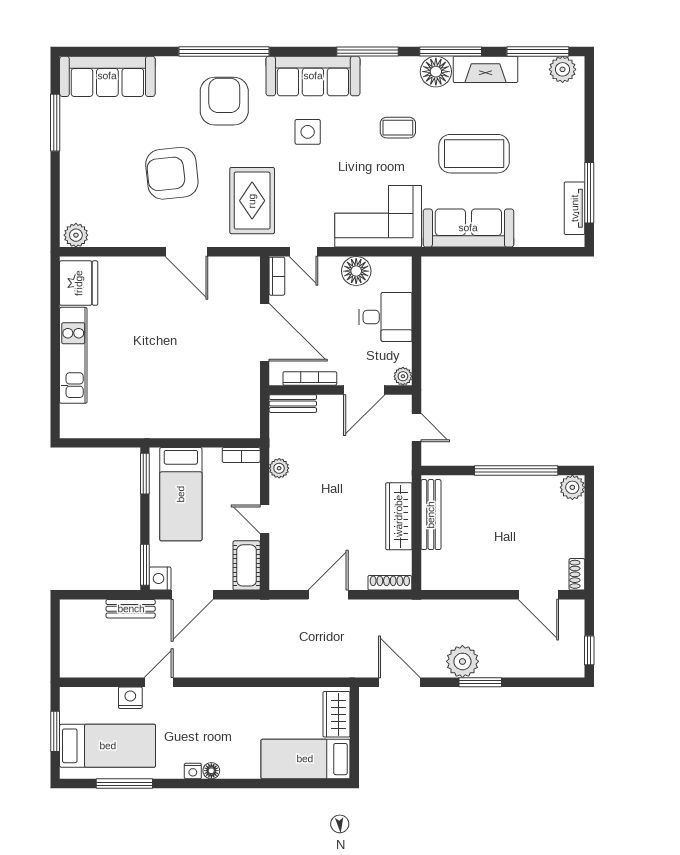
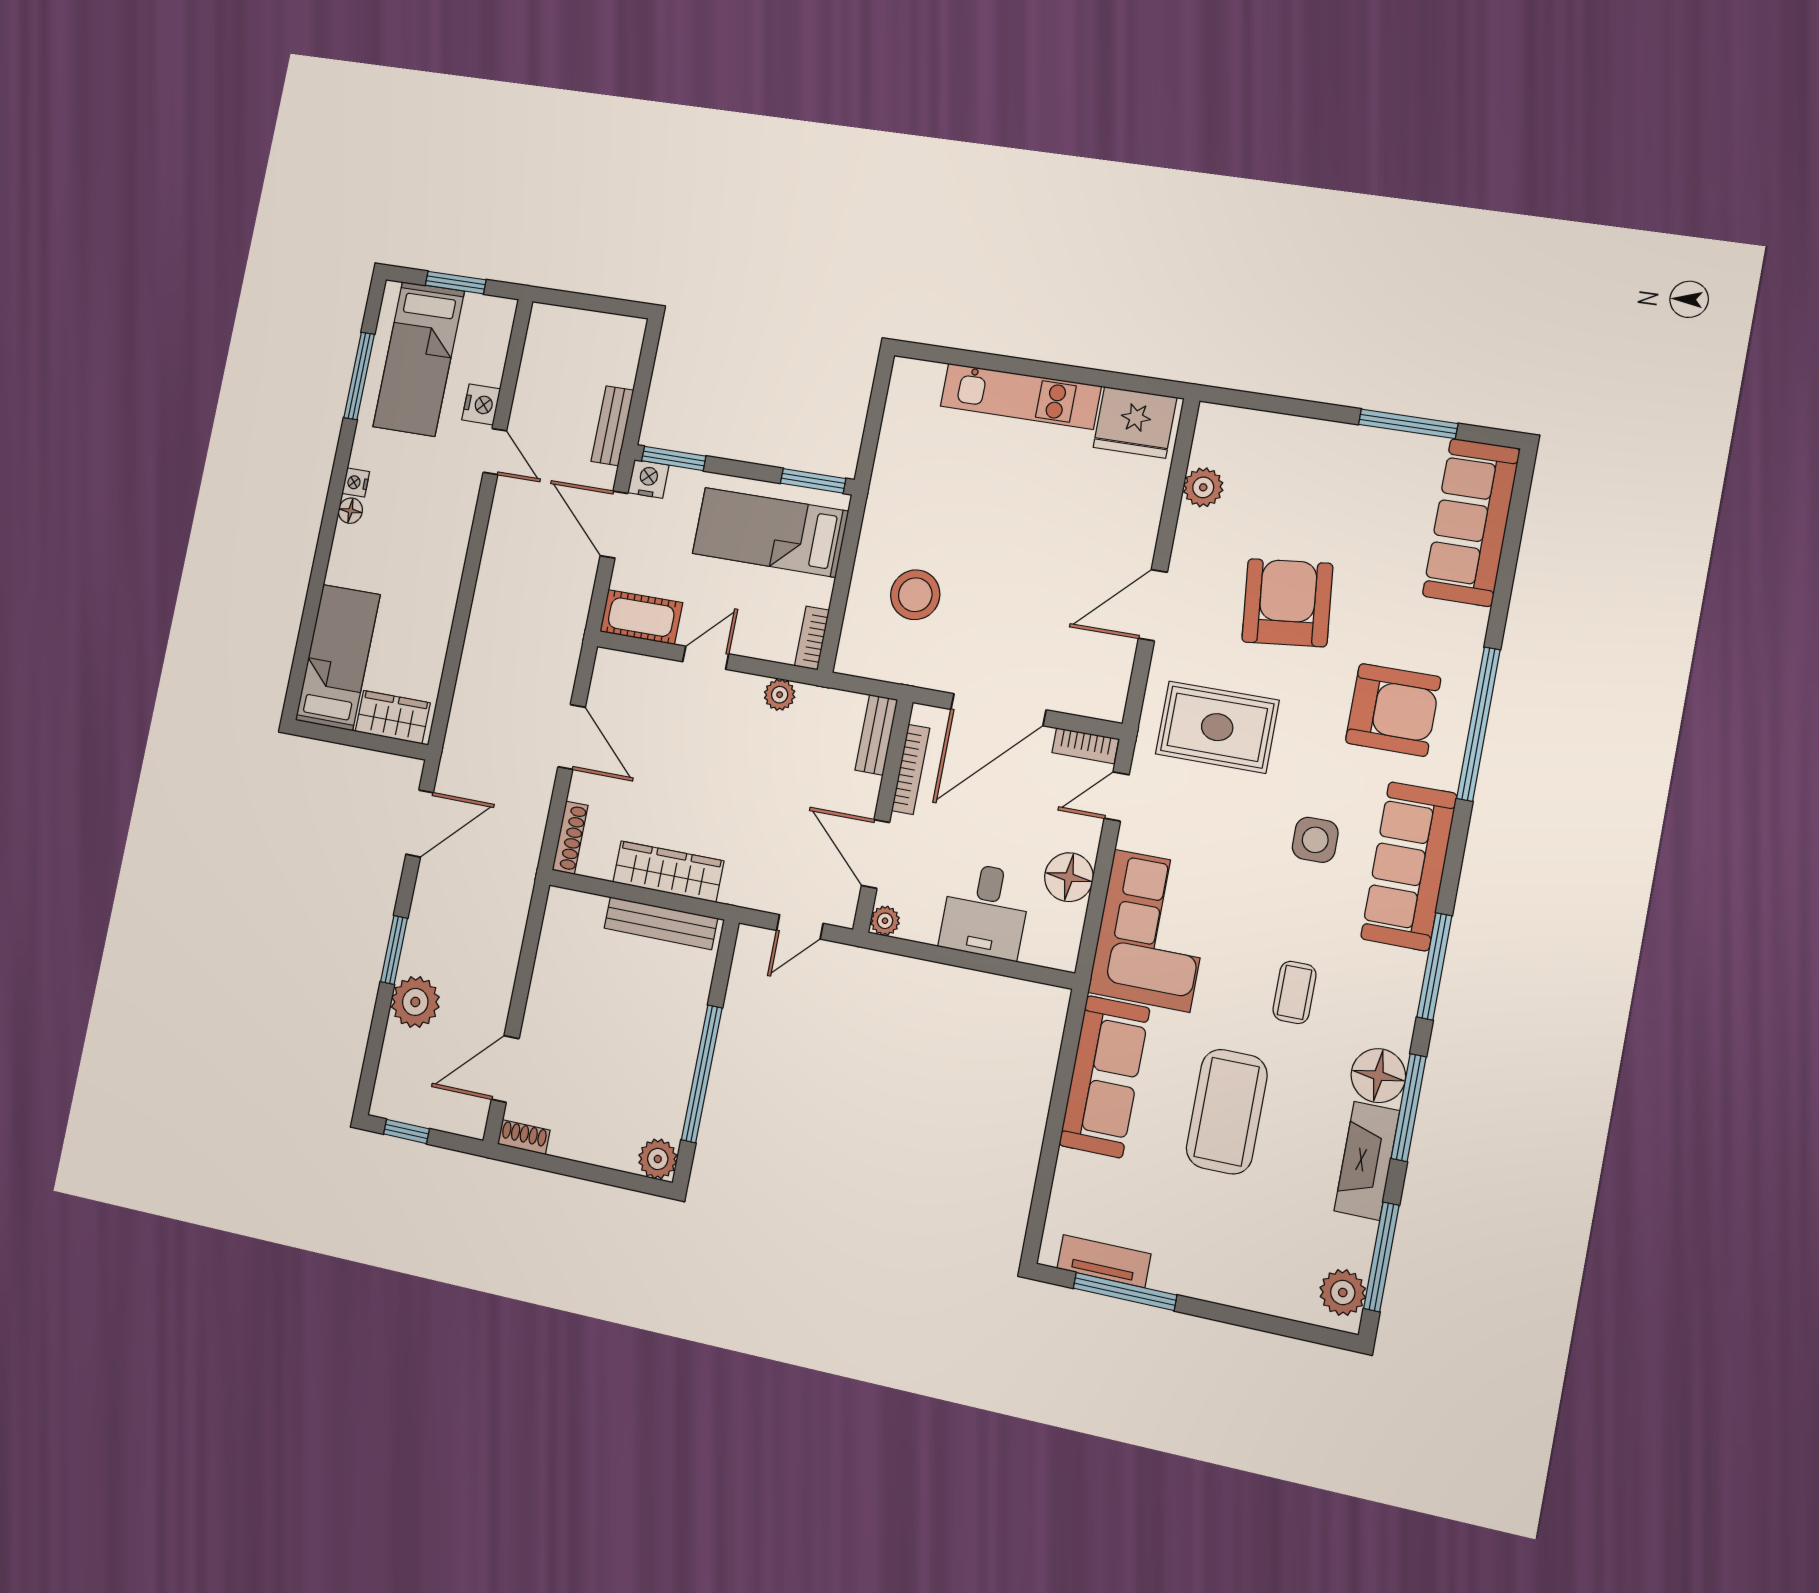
plant: (76, 235) -> (1203, 487), moved
stool: (204, 396) -> (915, 595), added
plant: (462, 661) -> (415, 1002), moved

